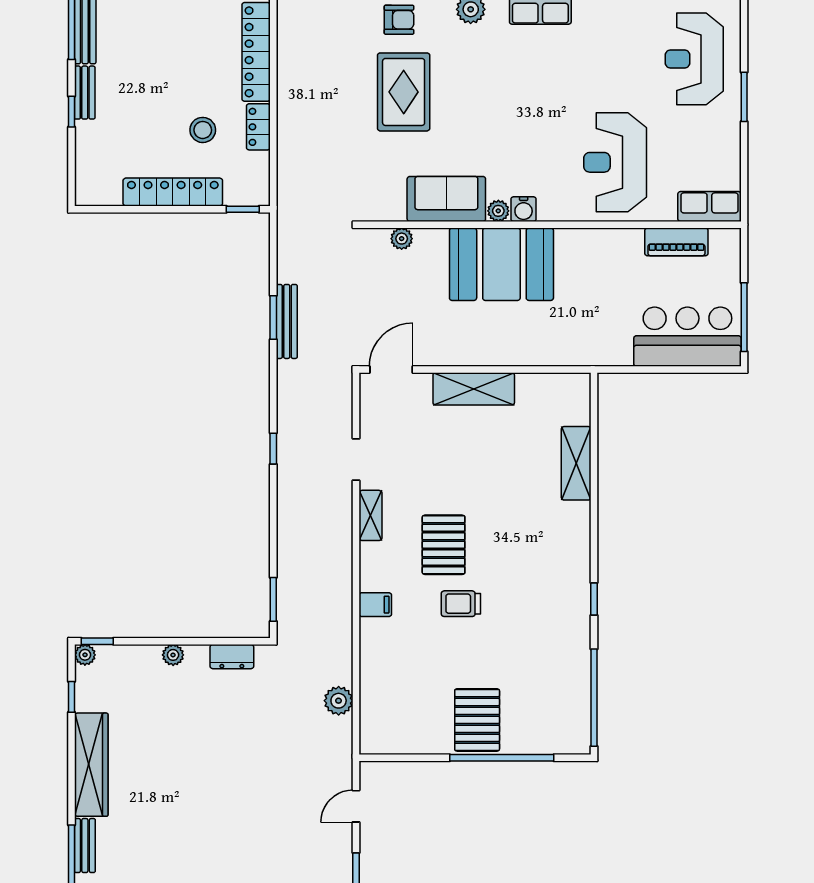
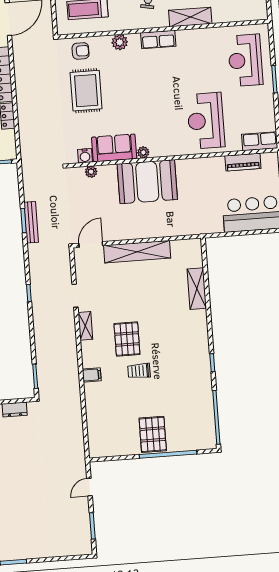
water cooler: (524, 209) -> (85, 156), moved
shelving: (474, 389) -> (137, 252), width x1.47
plant: (339, 701) -> (75, 430), removed

